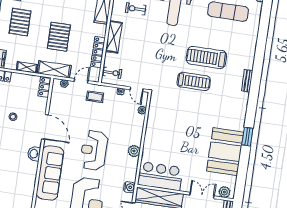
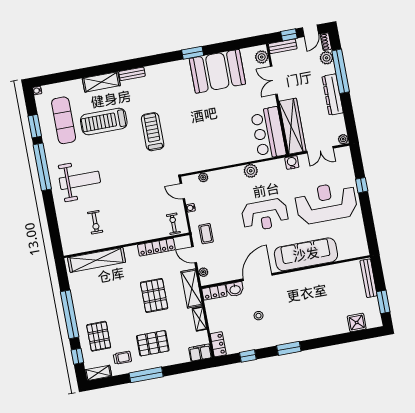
pallet: (59, 37) -> (154, 295), turned 90
shelving: (114, 37) -> (101, 82), moved
treadmill: (206, 57) -> (104, 121), moved, turned 90
door: (137, 89) -> (182, 191), swing flipped
washbasin: (34, 154) -> (235, 289), moved

